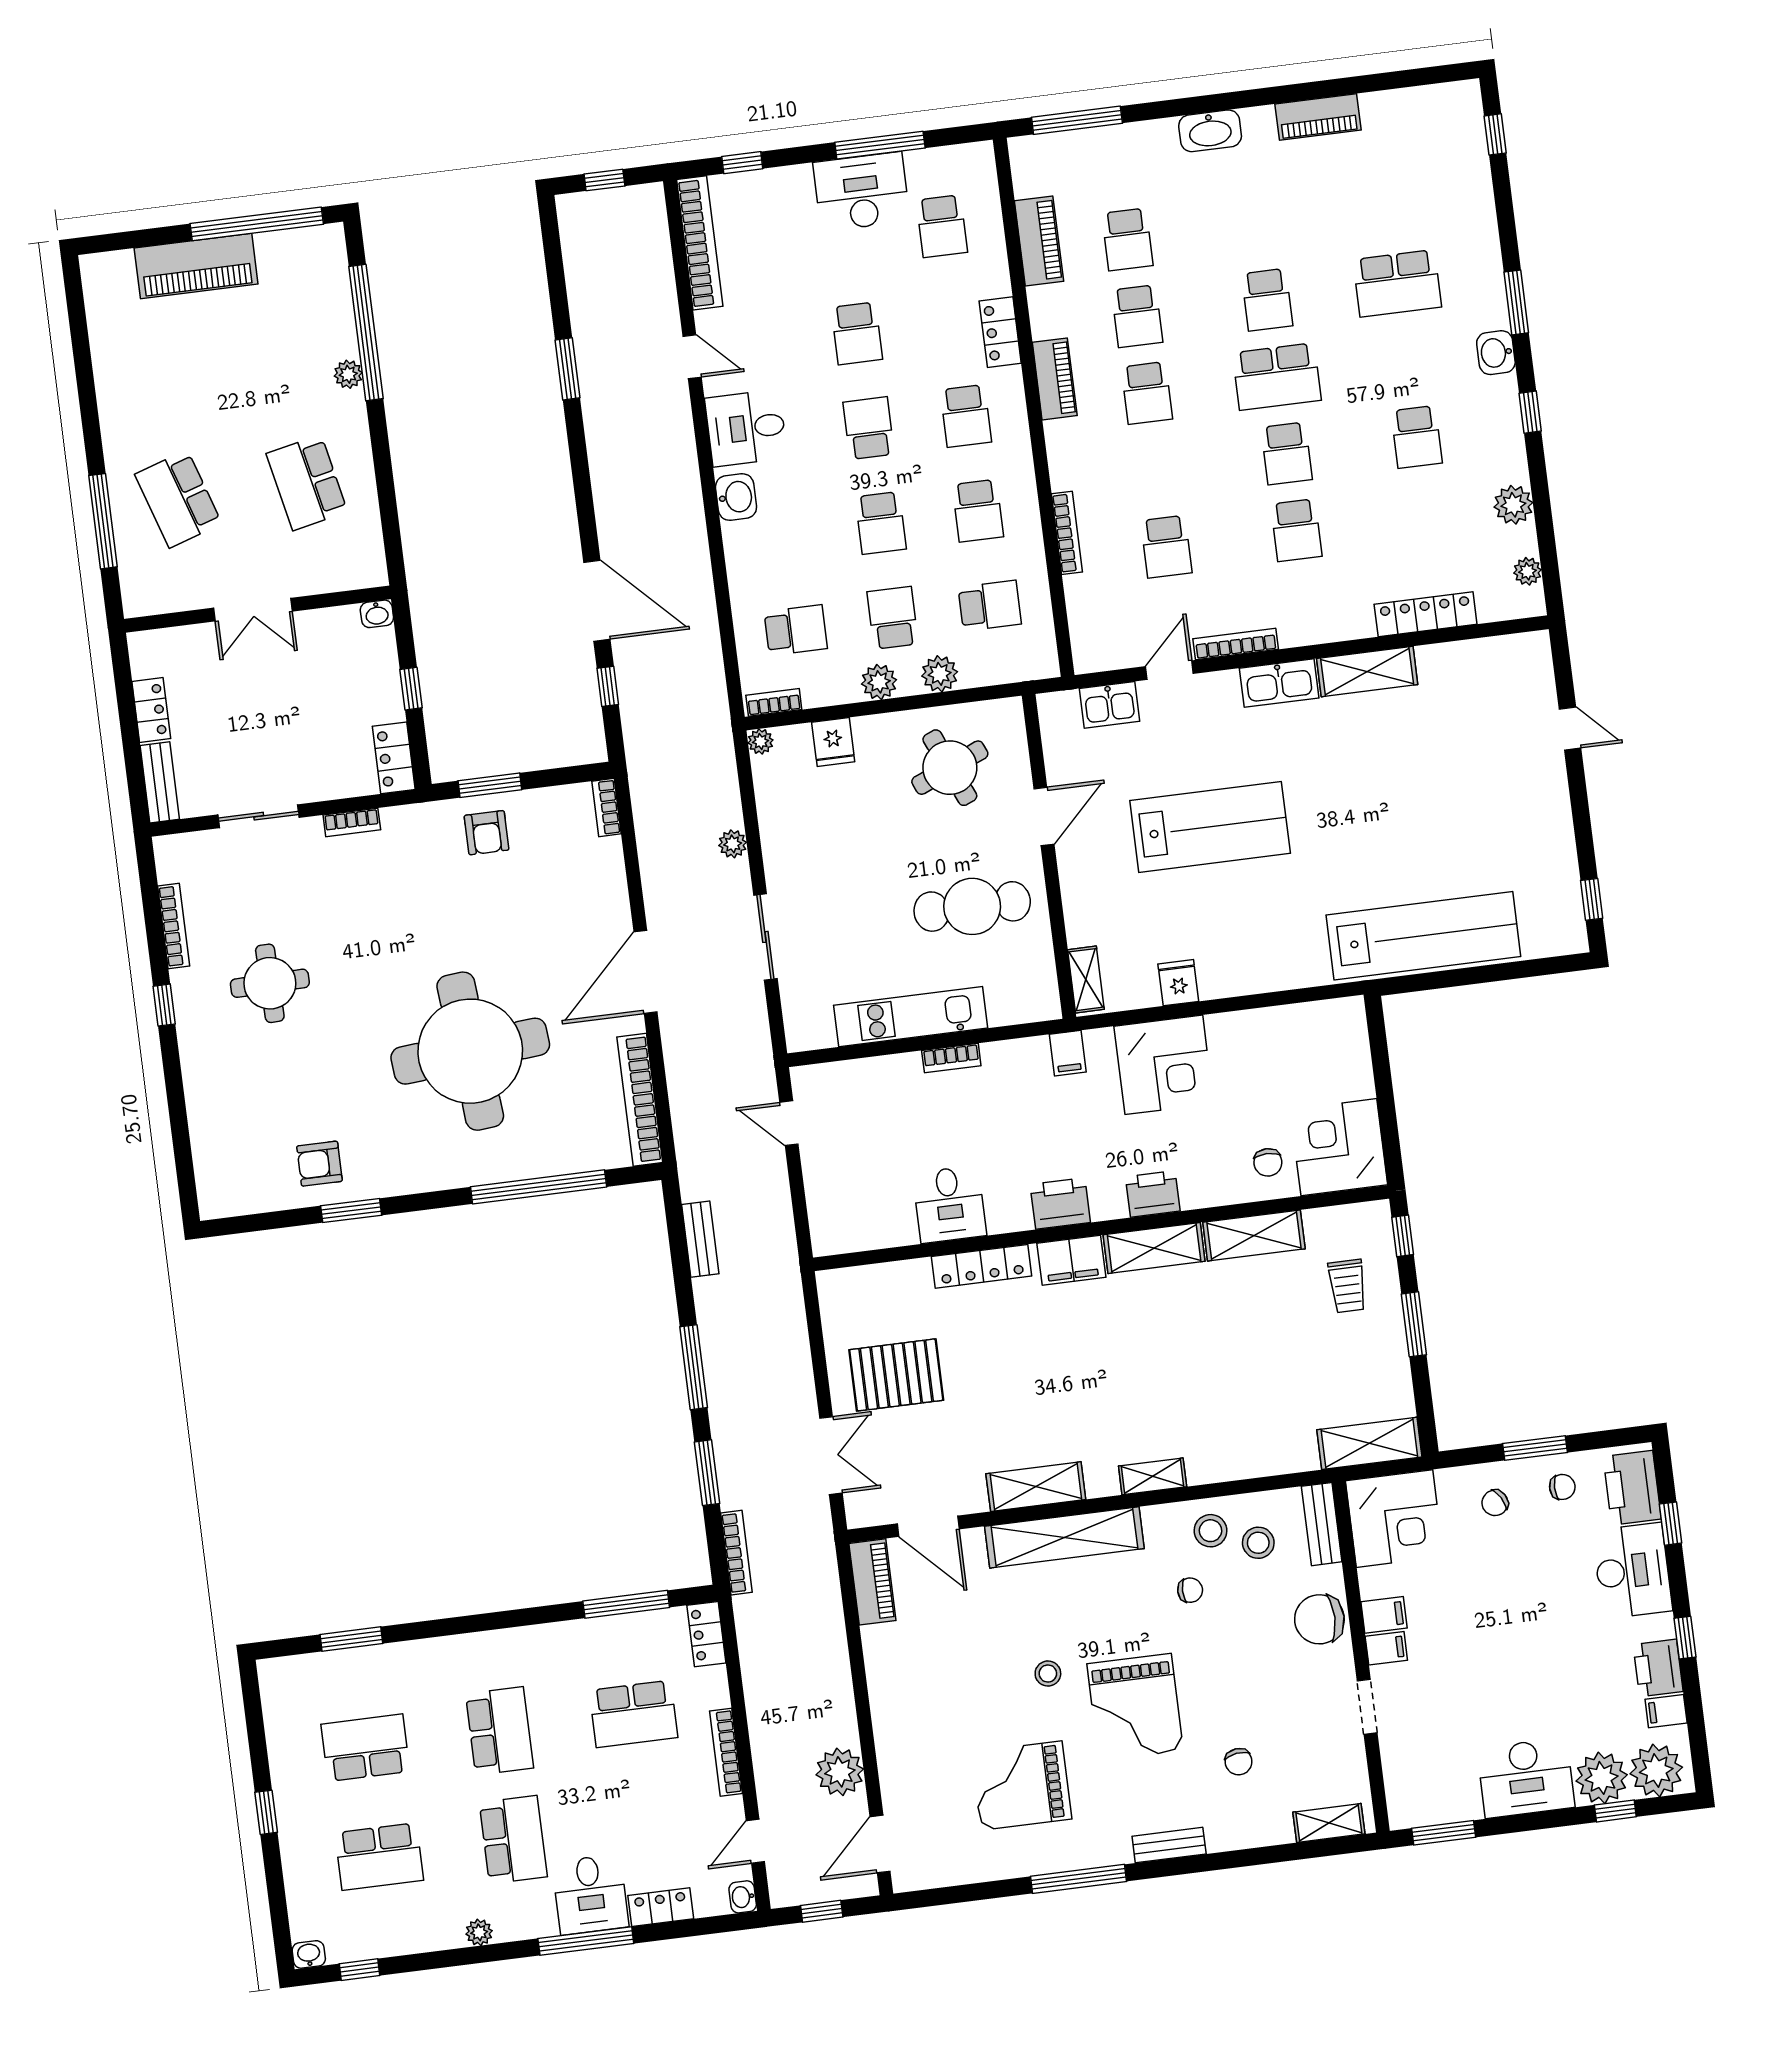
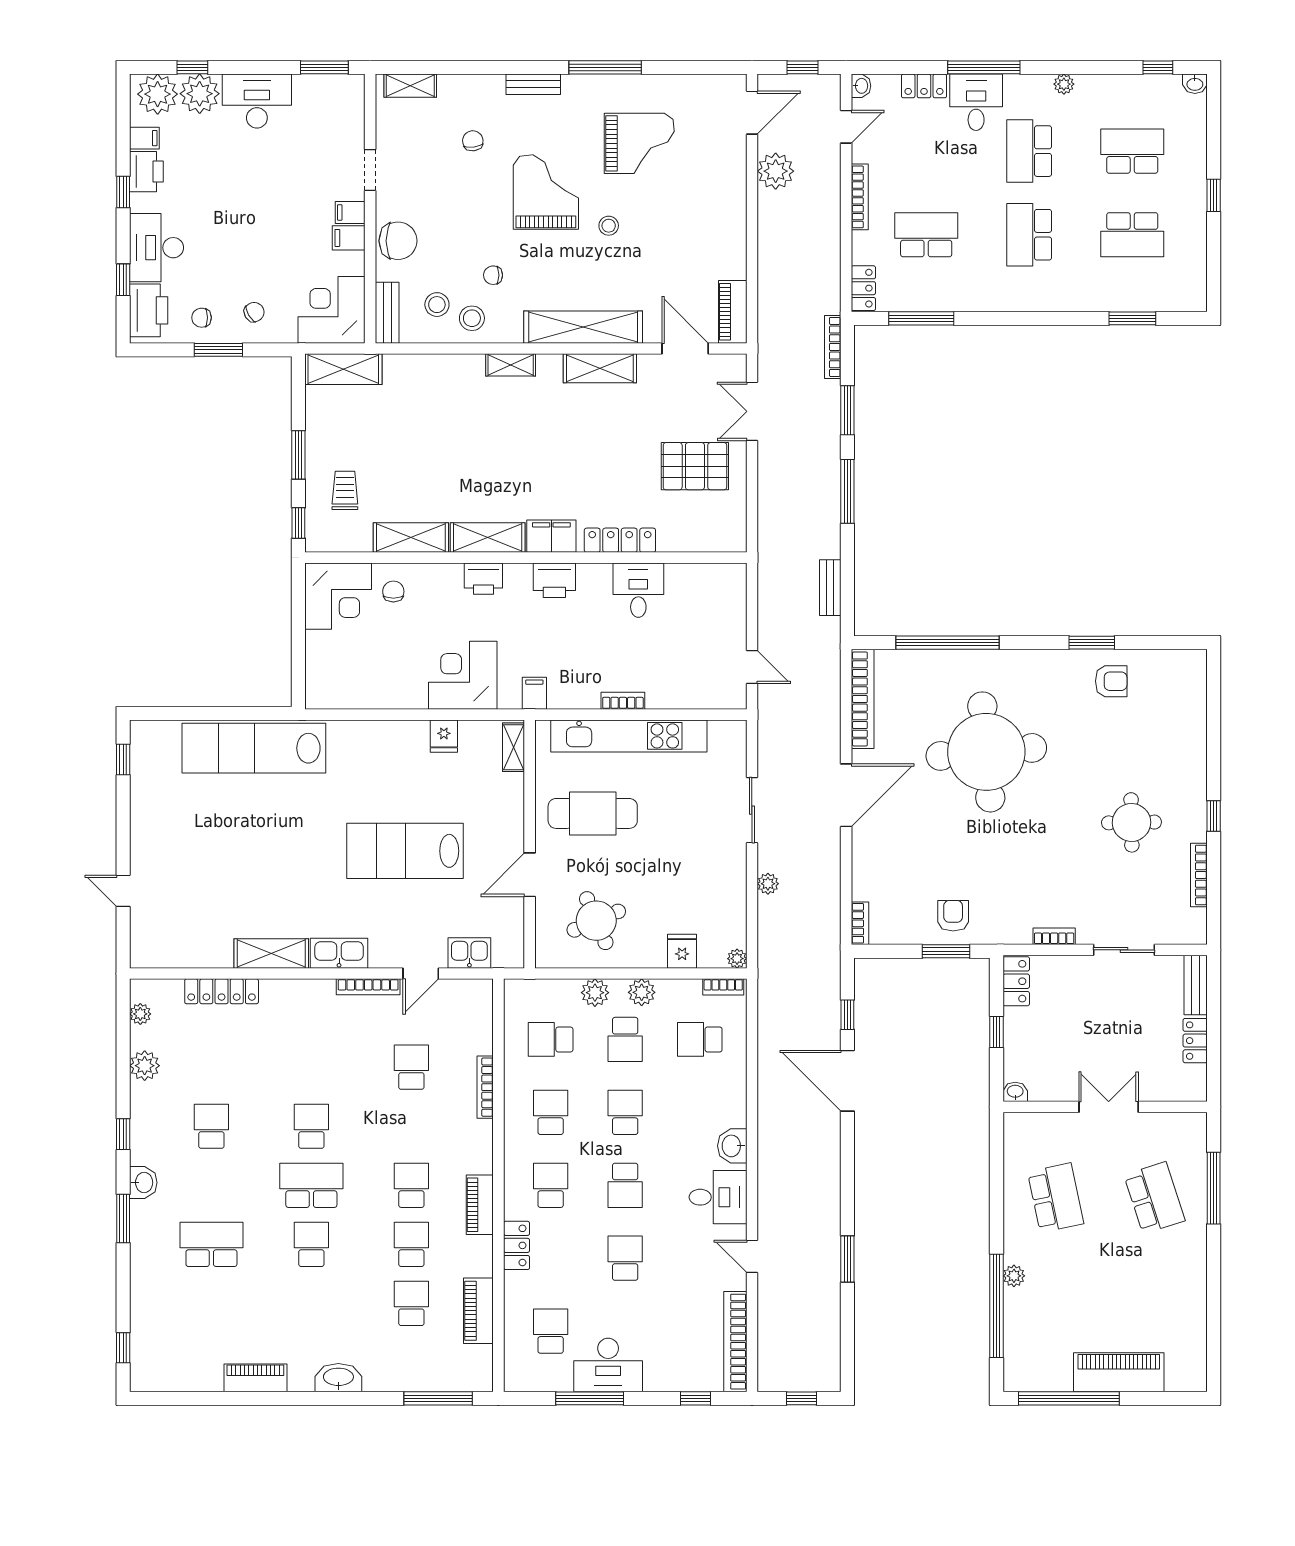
school desk: (1296, 530) -> (311, 1067), removed
kitchen unit: (911, 1017) -> (629, 736), width x1.36

